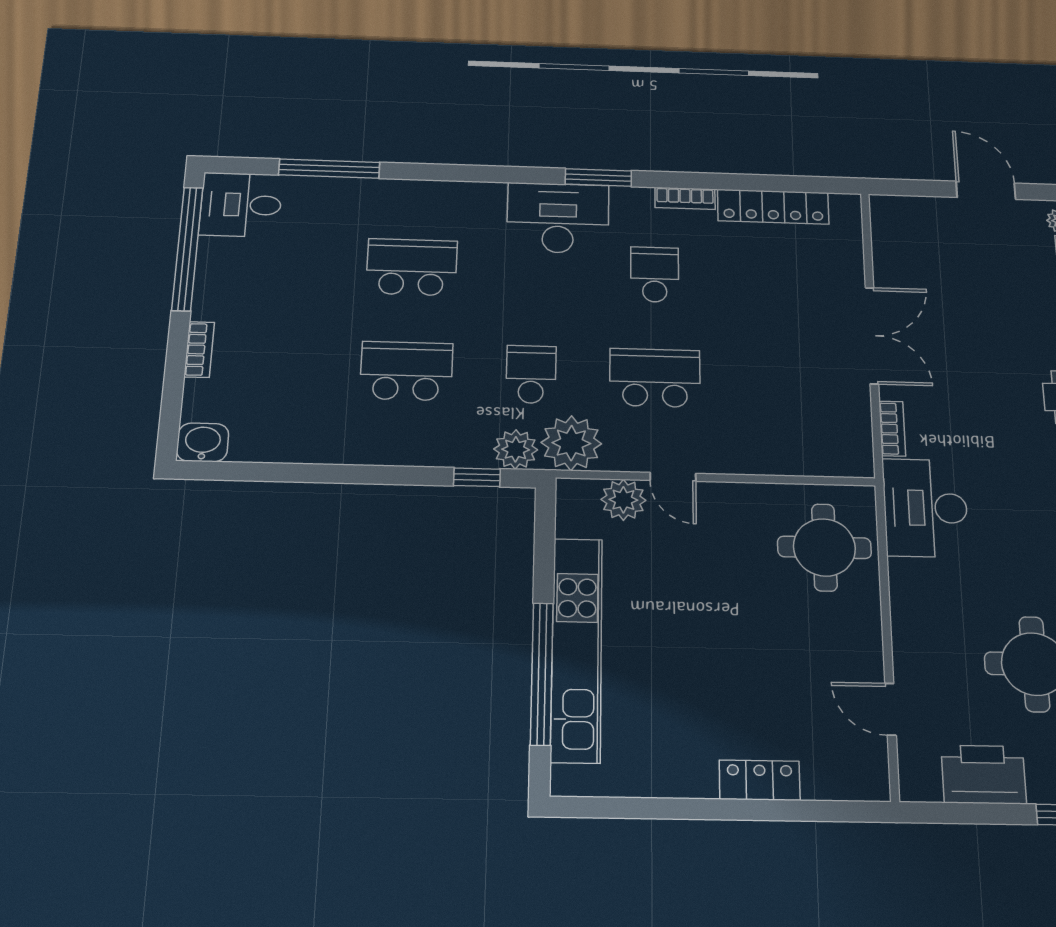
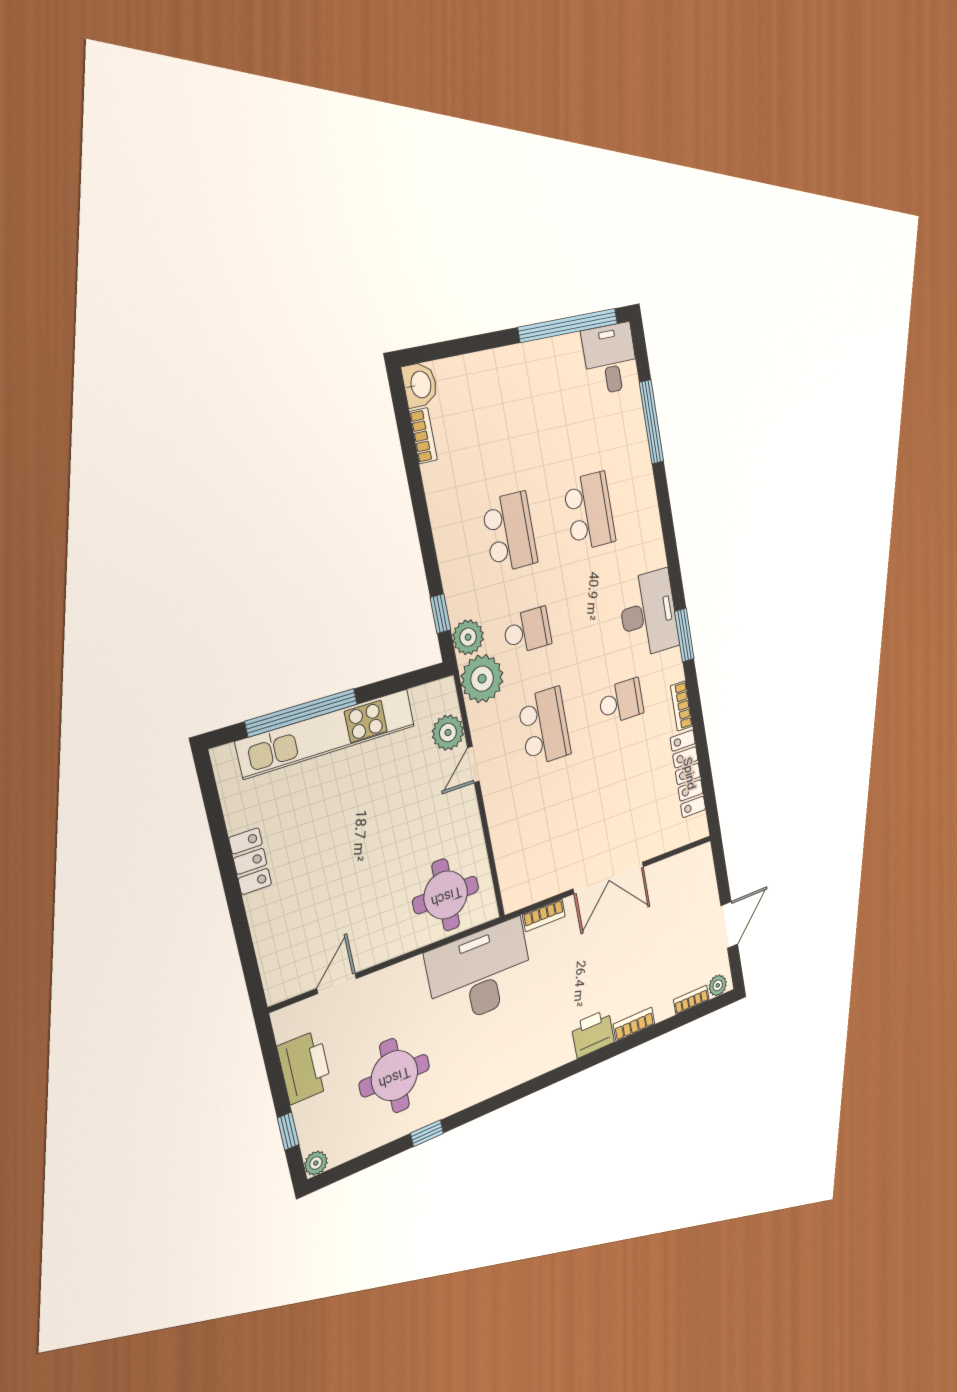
bookcase: (199, 349) -> (423, 436), moved, turned -90
desk: (925, 508) -> (480, 973), width x1.36, depth x1.30
locker: (760, 780) -> (250, 861), moved

